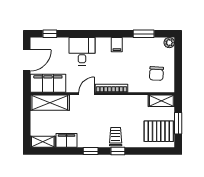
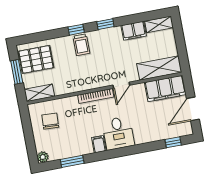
desk: (82, 51) -> (118, 133), moved

